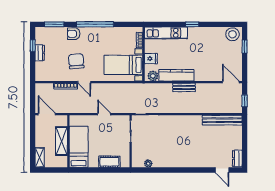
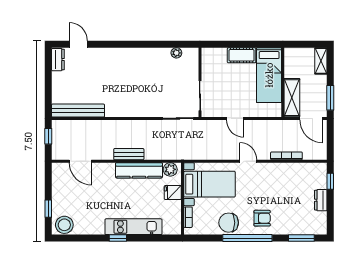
kitchen unit: (166, 33) -> (133, 227), moved
armchair: (74, 34) -> (262, 218), moved
window: (33, 46) -> (330, 181), moved
chair: (76, 61) -> (229, 223), moved, turned 95
door: (84, 82) -> (248, 161), moved
door: (231, 82) -> (80, 161), moved
window: (33, 130) -> (330, 98), added
shelving: (61, 141) -> (292, 98), moved
cot: (109, 162) -> (242, 55), moved

